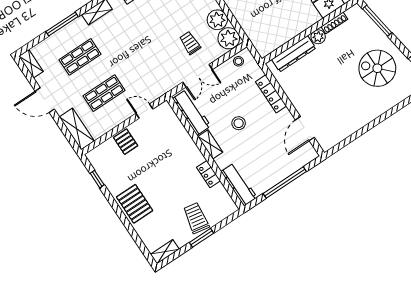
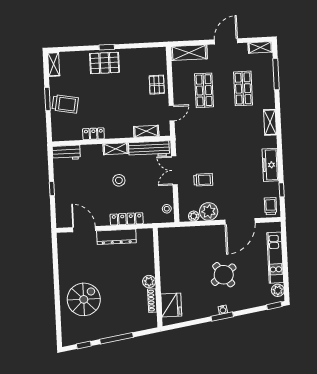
window: (377, 21) -> (116, 338), moved
window: (62, 24) -> (276, 74), moved
plant: (229, 38) -> (194, 216), width x0.53, depth x0.53
dresser: (294, 54) -> (116, 237), moved, turned -90
spiral stairs: (377, 68) -> (84, 299), moved
shelving: (176, 125) -> (146, 131), added
pallet: (126, 142) -> (157, 85), turned 90
window: (97, 179) -> (107, 47), moved
window: (285, 182) -> (52, 189), width x0.32
workbench: (239, 184) -> (66, 153), width x0.73

